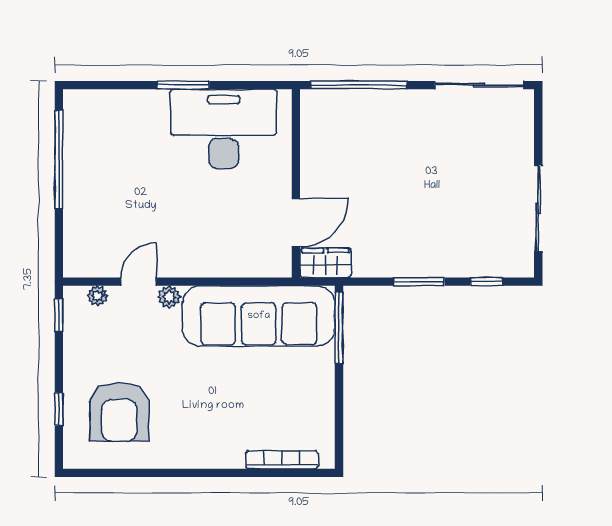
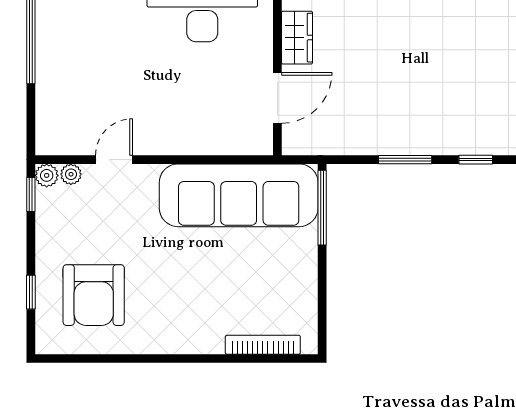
wardrobe: (325, 263) -> (297, 38), moved, turned 90
plant: (169, 297) -> (47, 175), moved

